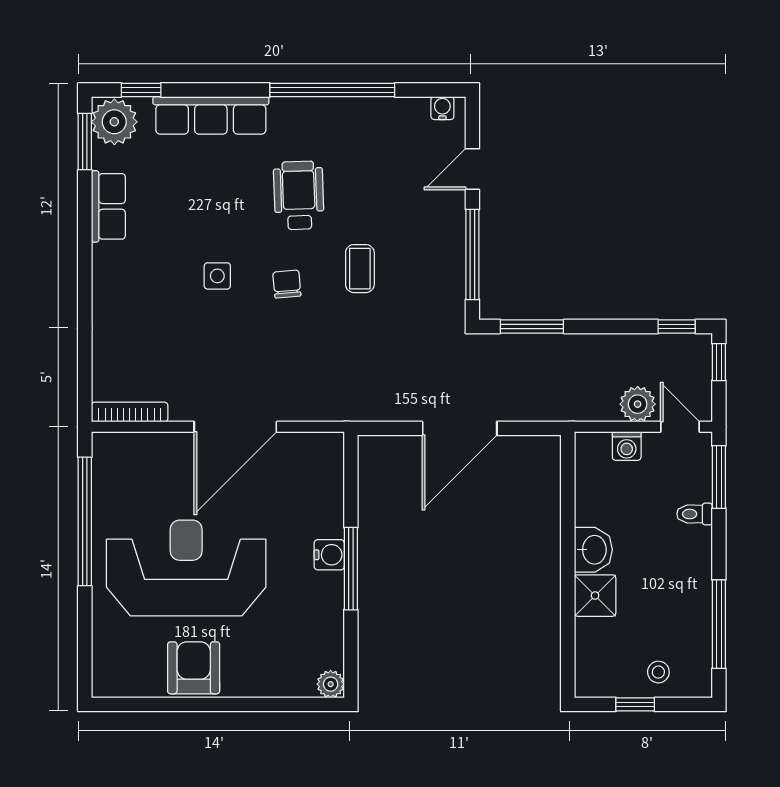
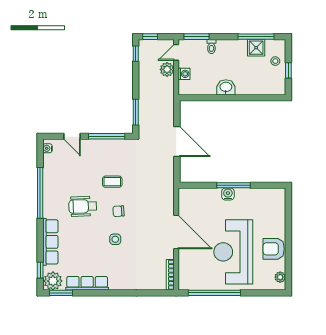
row of seats: (108, 206) -> (87, 283), width x1.48
shower: (595, 596) -> (256, 48), moved
plant: (331, 684) -> (280, 277), moved

